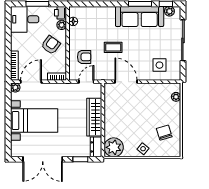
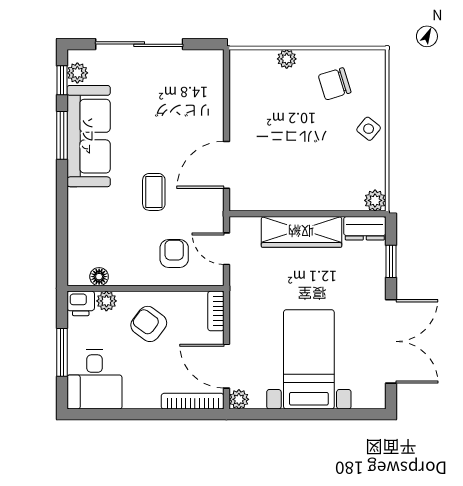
side table: (159, 65) -> (191, 94), removed
plant: (176, 97) -> (287, 59), moved
plant: (114, 147) -> (375, 200), width x0.53, depth x0.53

